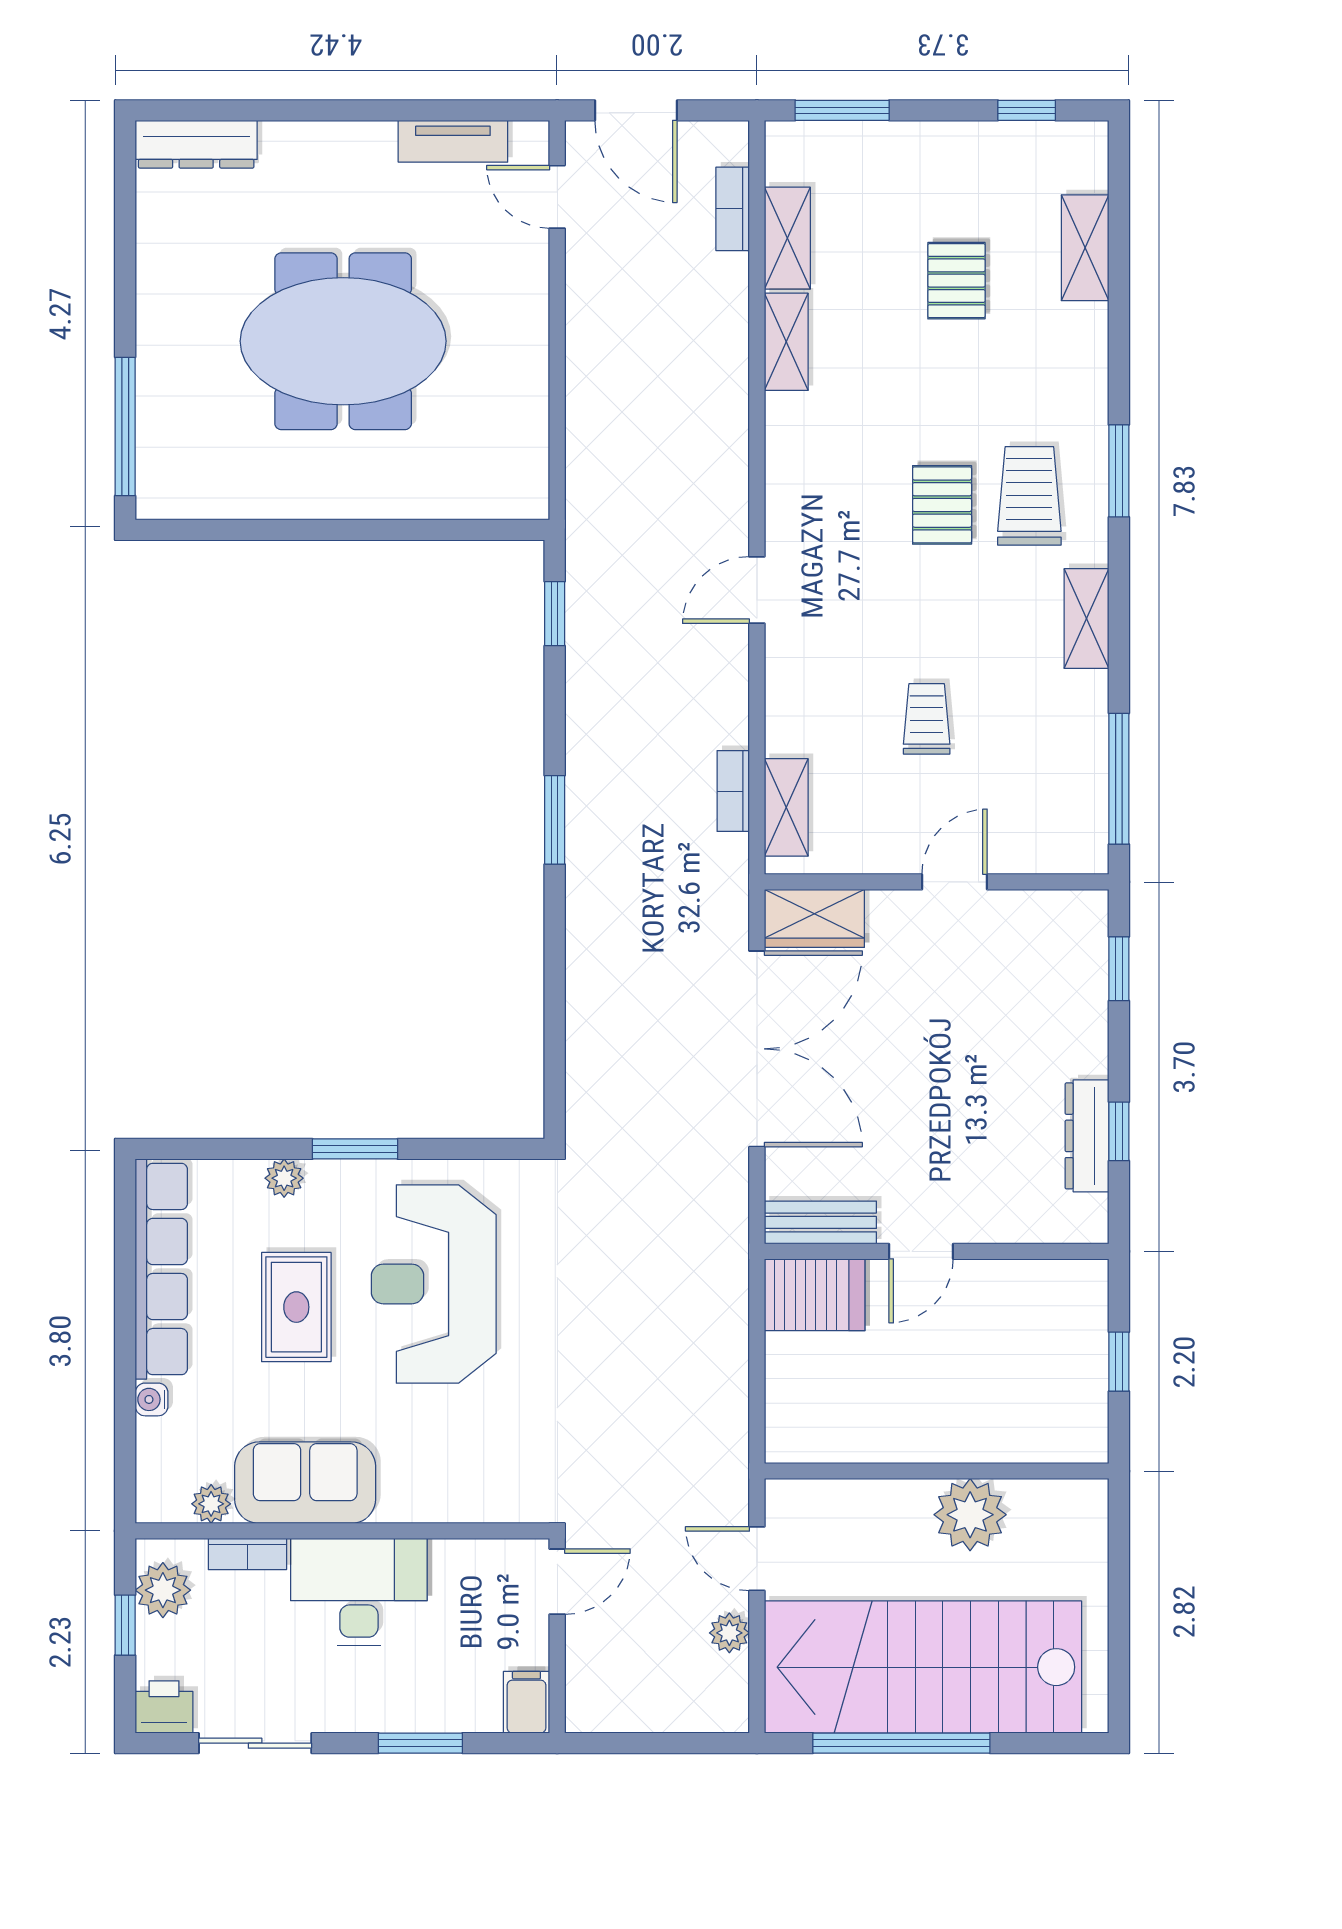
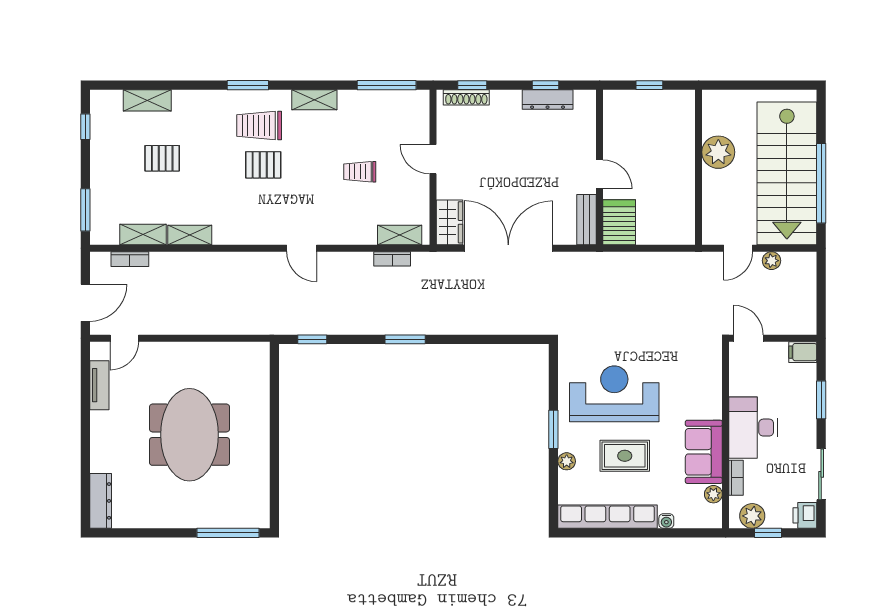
shoe rack: (1092, 956) -> (466, 97), added
reception desk: (434, 1284) -> (614, 394), turned 180

